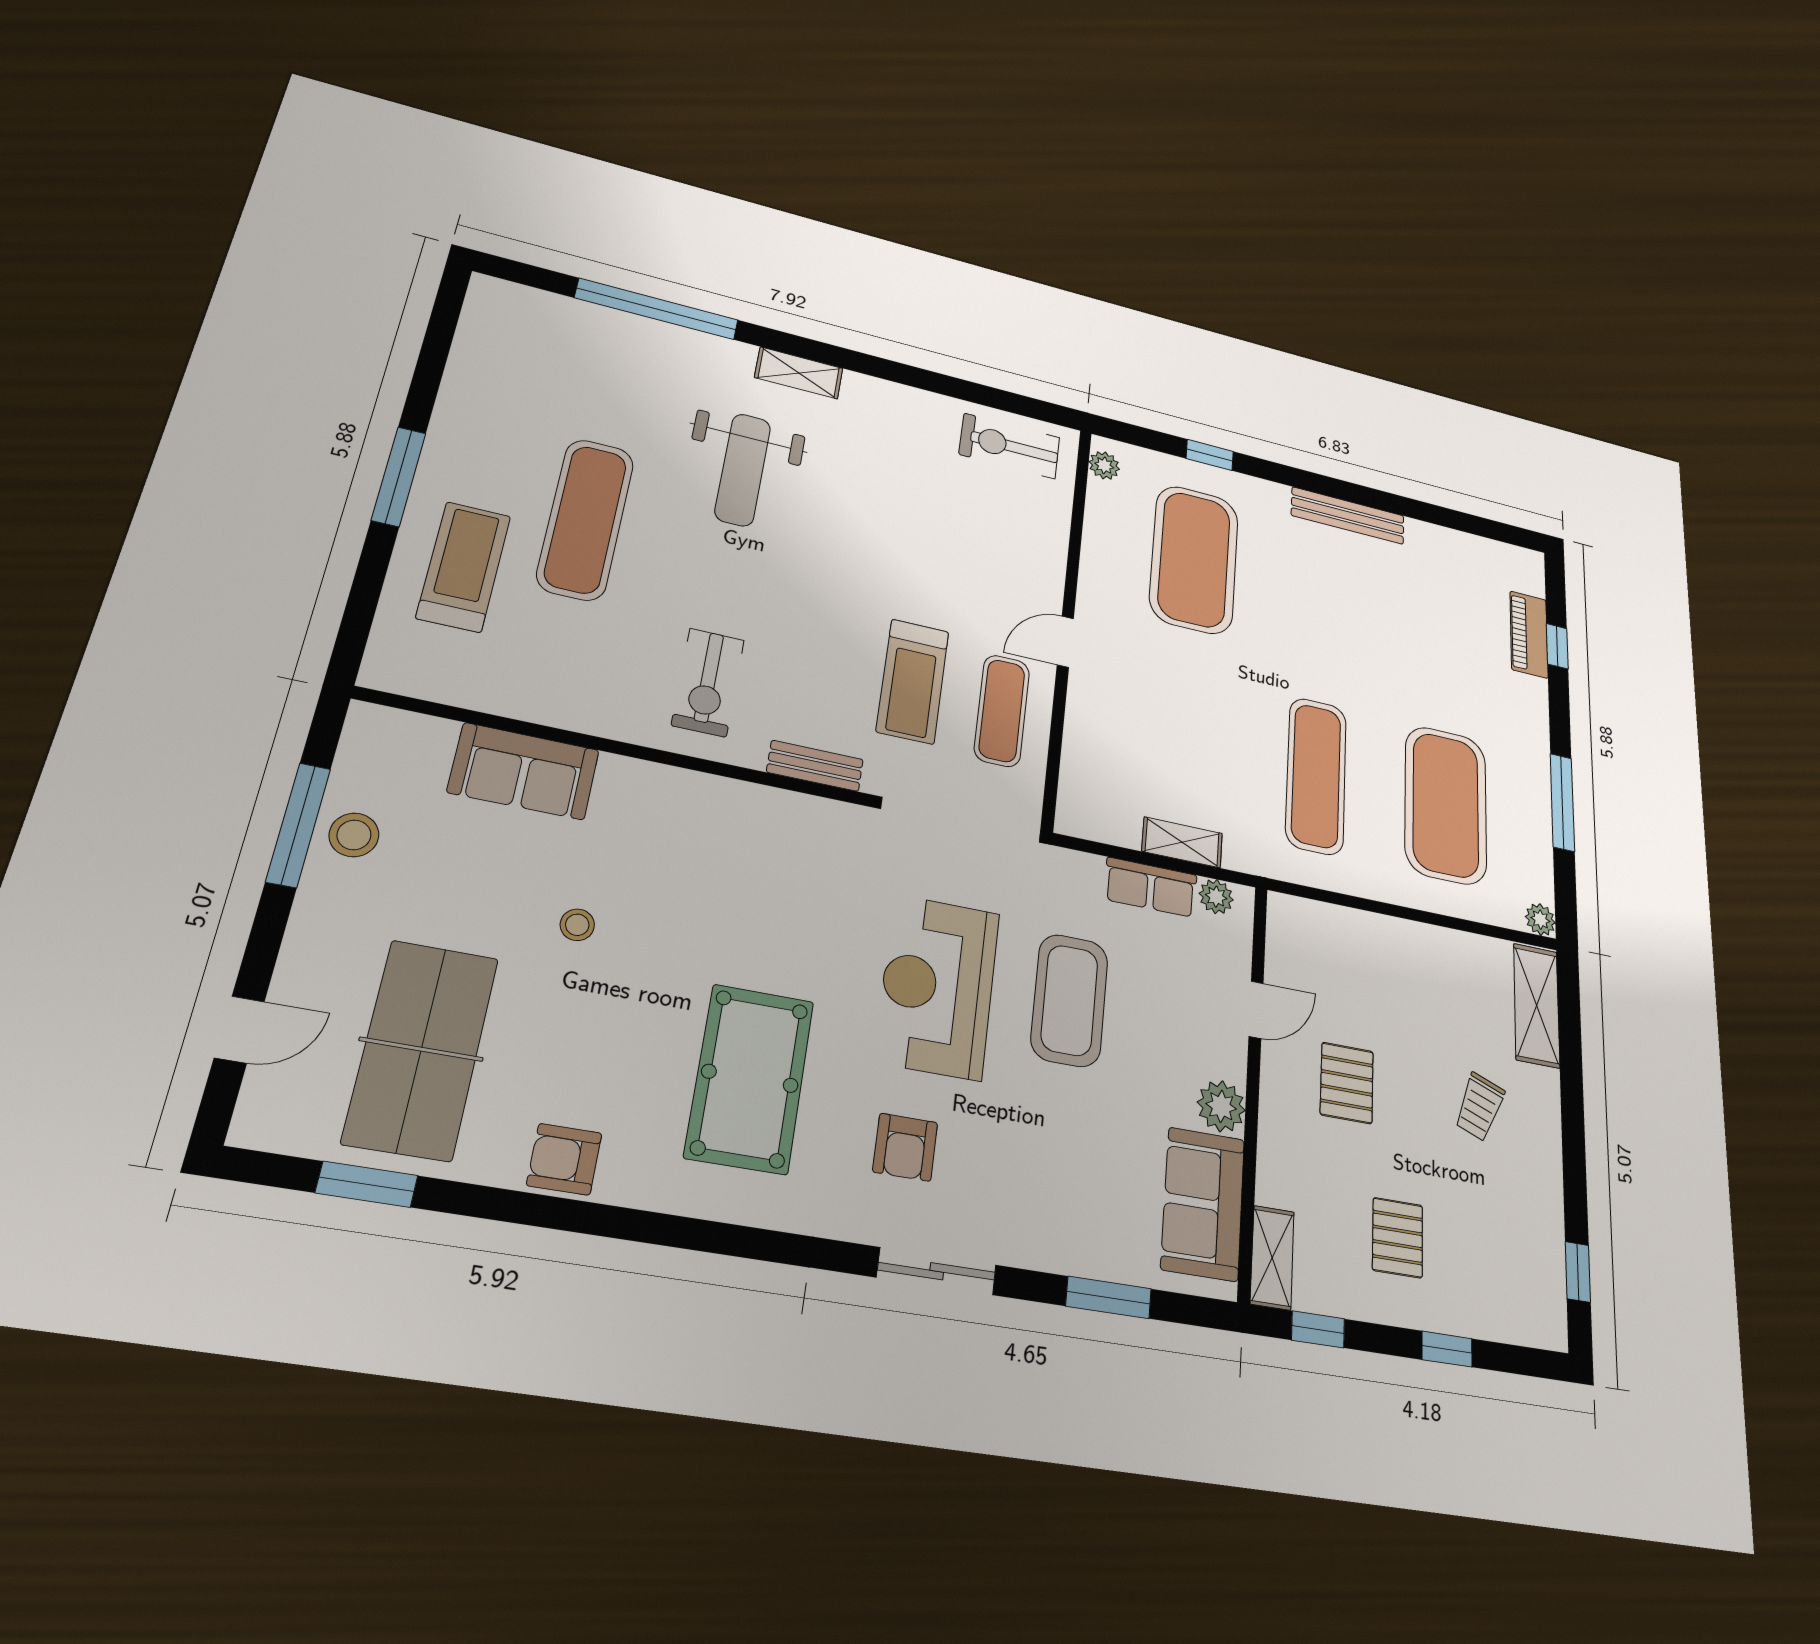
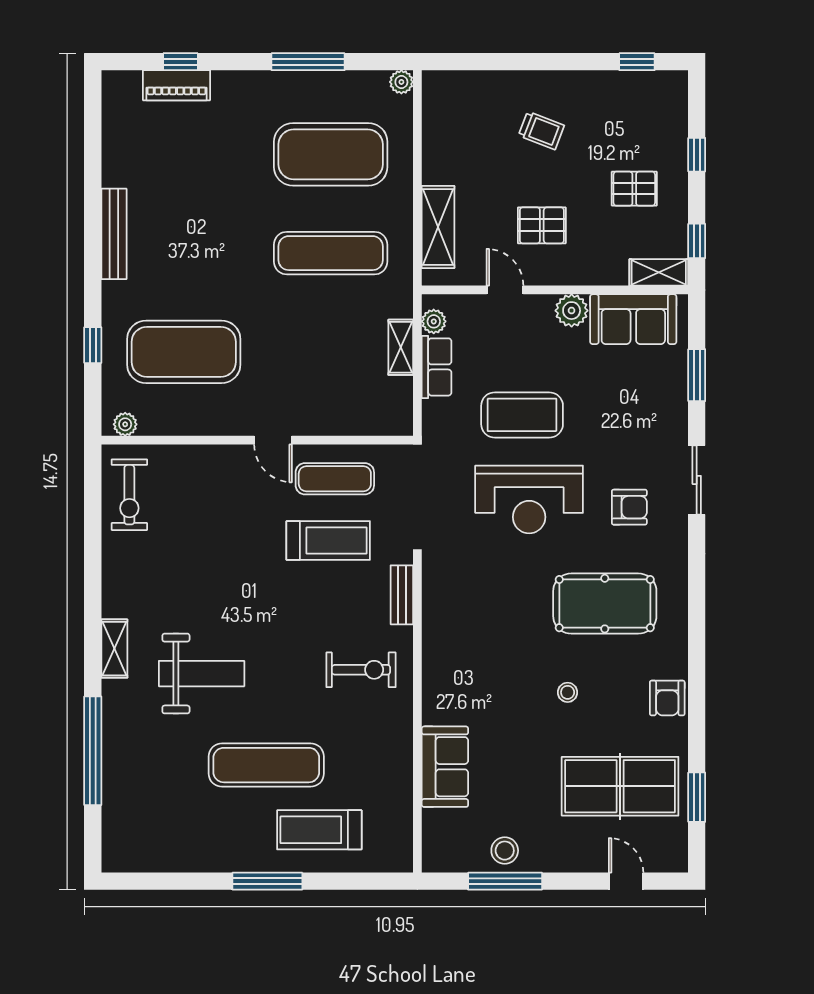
stool: (577, 925) -> (568, 692), moved
shelving: (1537, 1005) -> (438, 227), moved, turned 90

